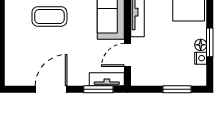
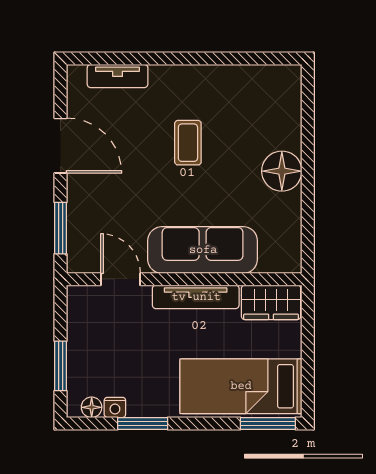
coffee table: (49, 16) -> (188, 143), width x0.73, depth x0.77
floor lamp: (201, 45) -> (92, 407), moved
tv unit: (107, 79) -> (118, 76), moved, turned 90

